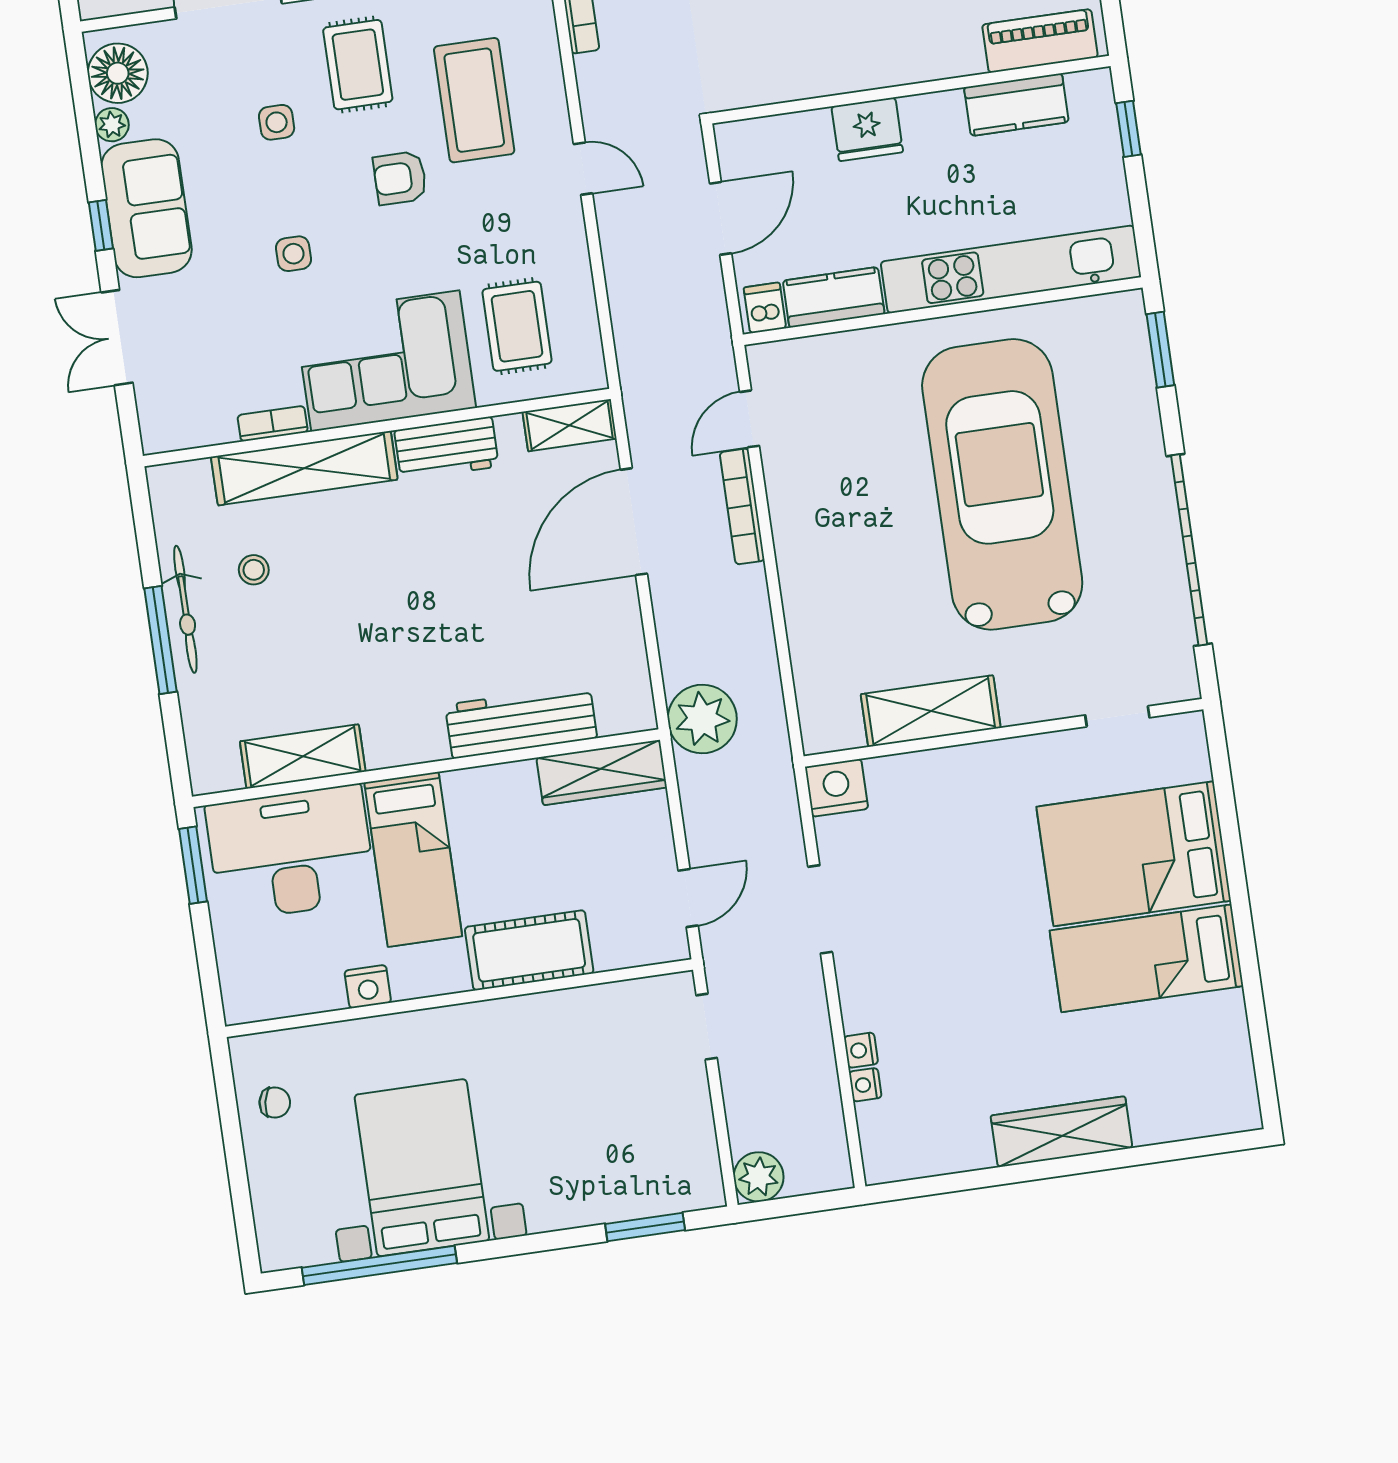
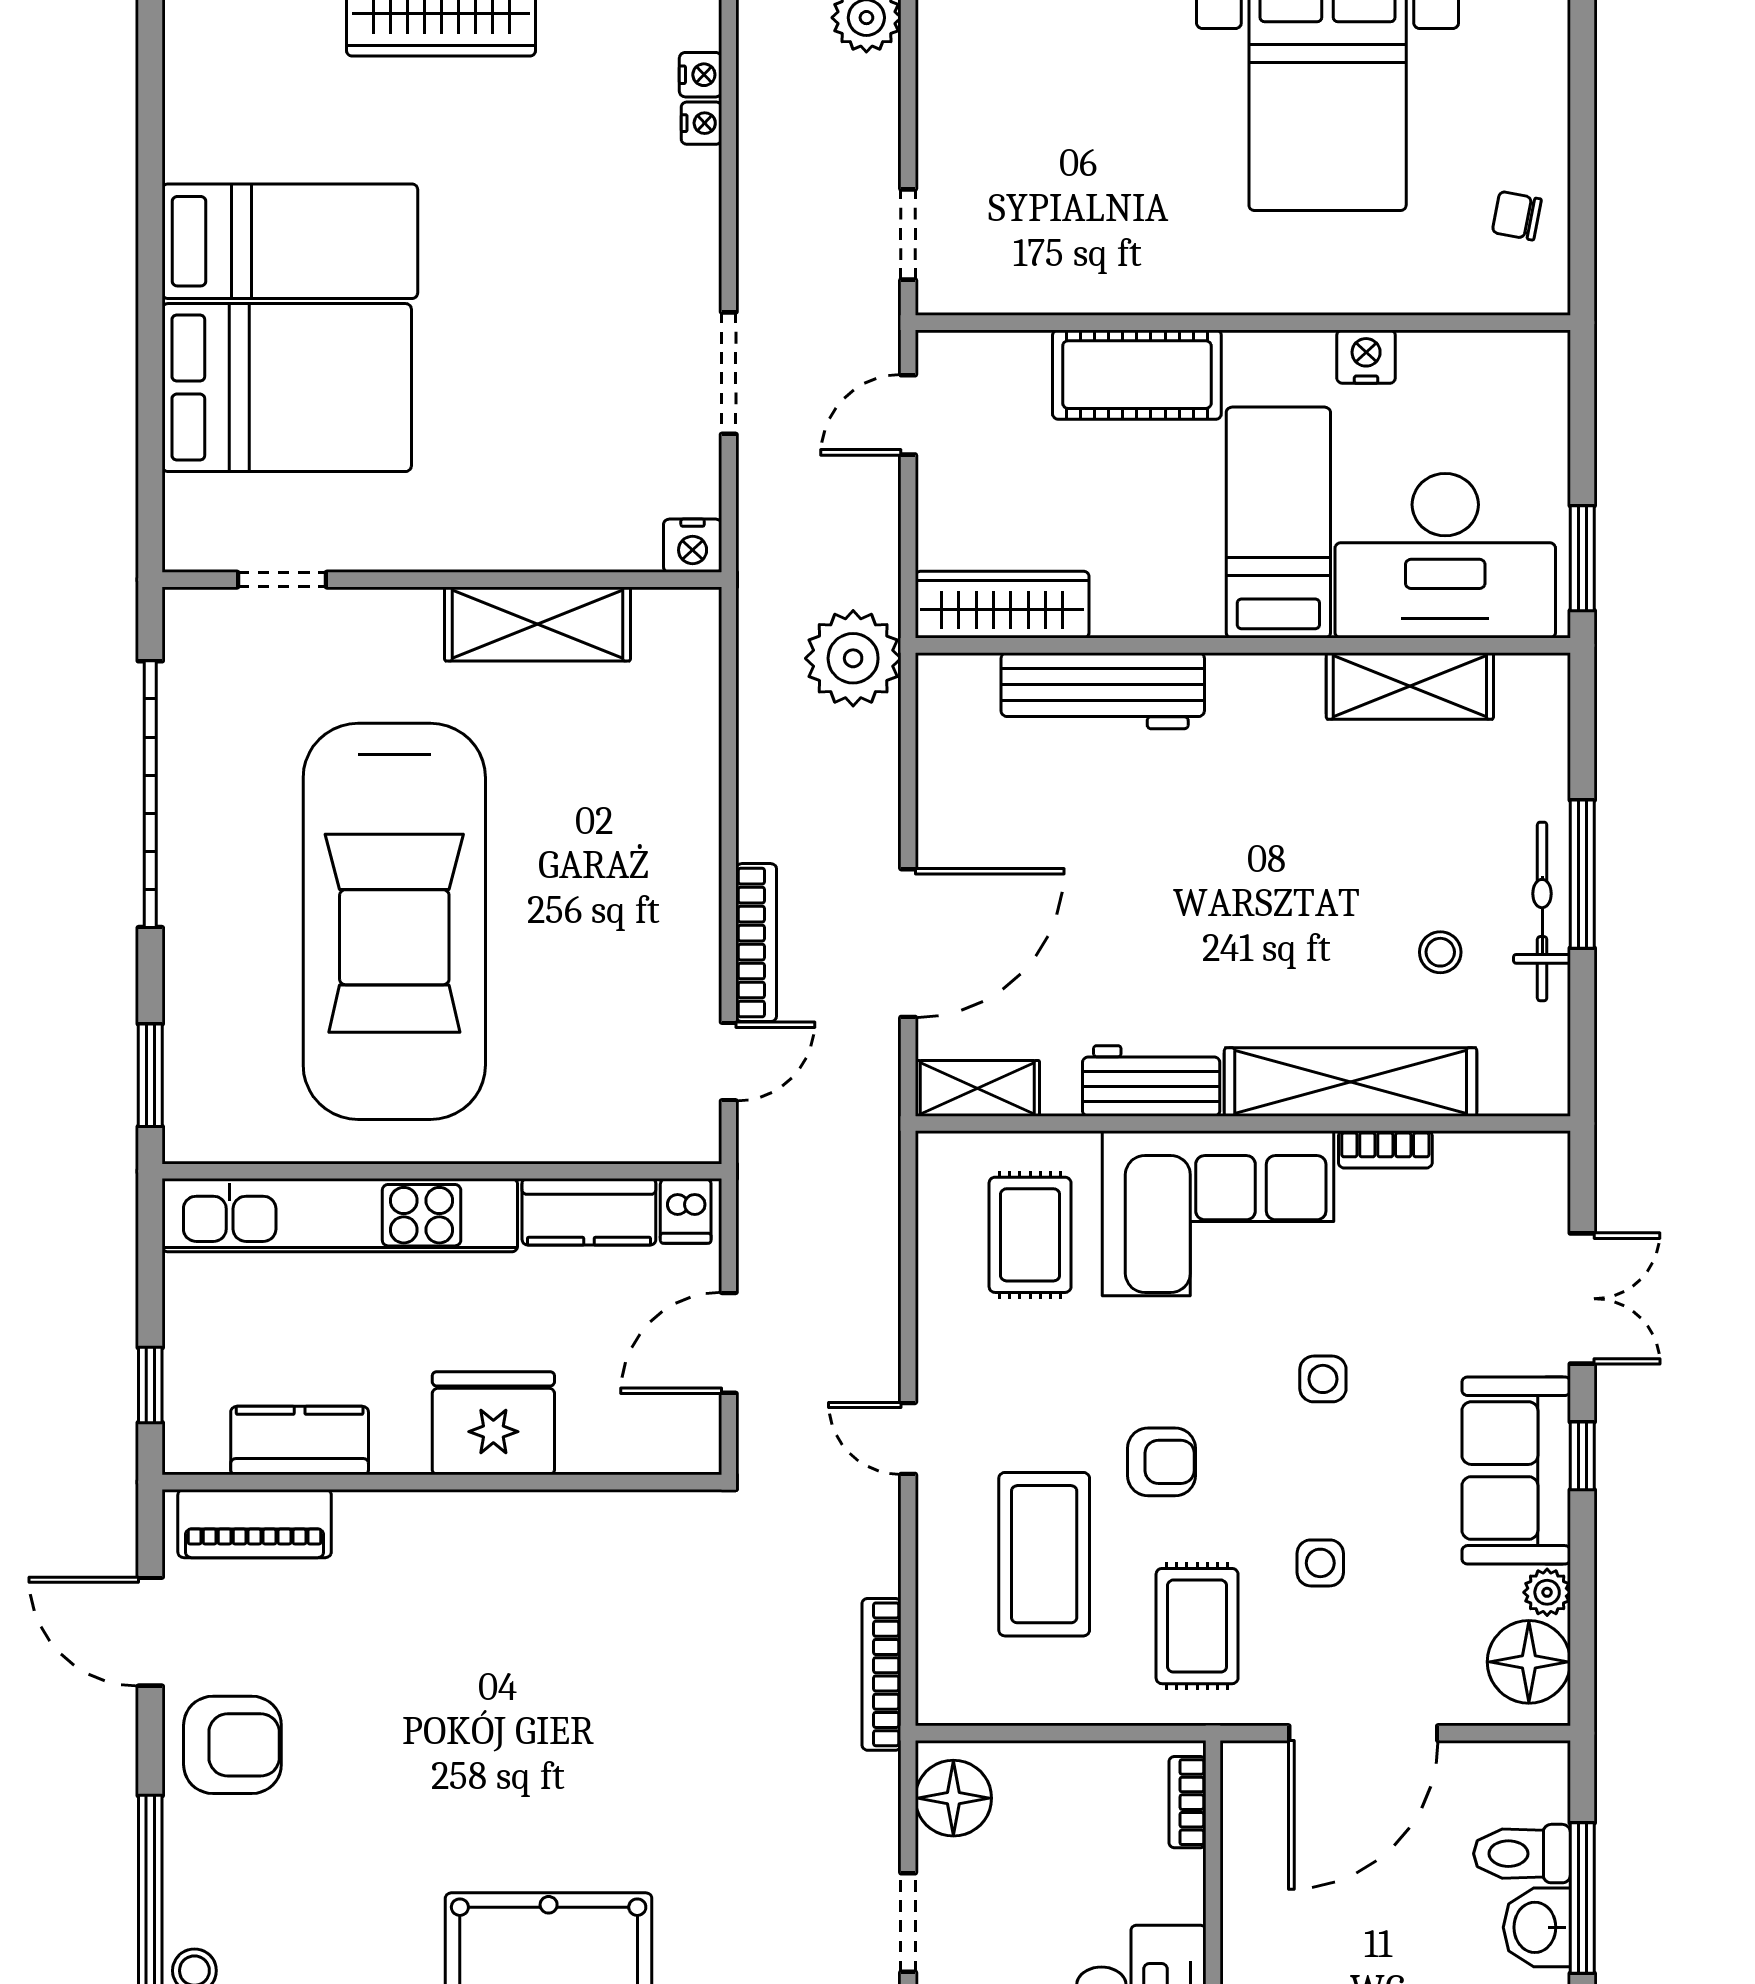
fridge: (867, 129) -> (493, 1423), width x1.36, depth x1.34
nightstand: (837, 788) -> (693, 546), width x0.74, depth x0.75
nightstand: (861, 1050) -> (701, 75), moved

